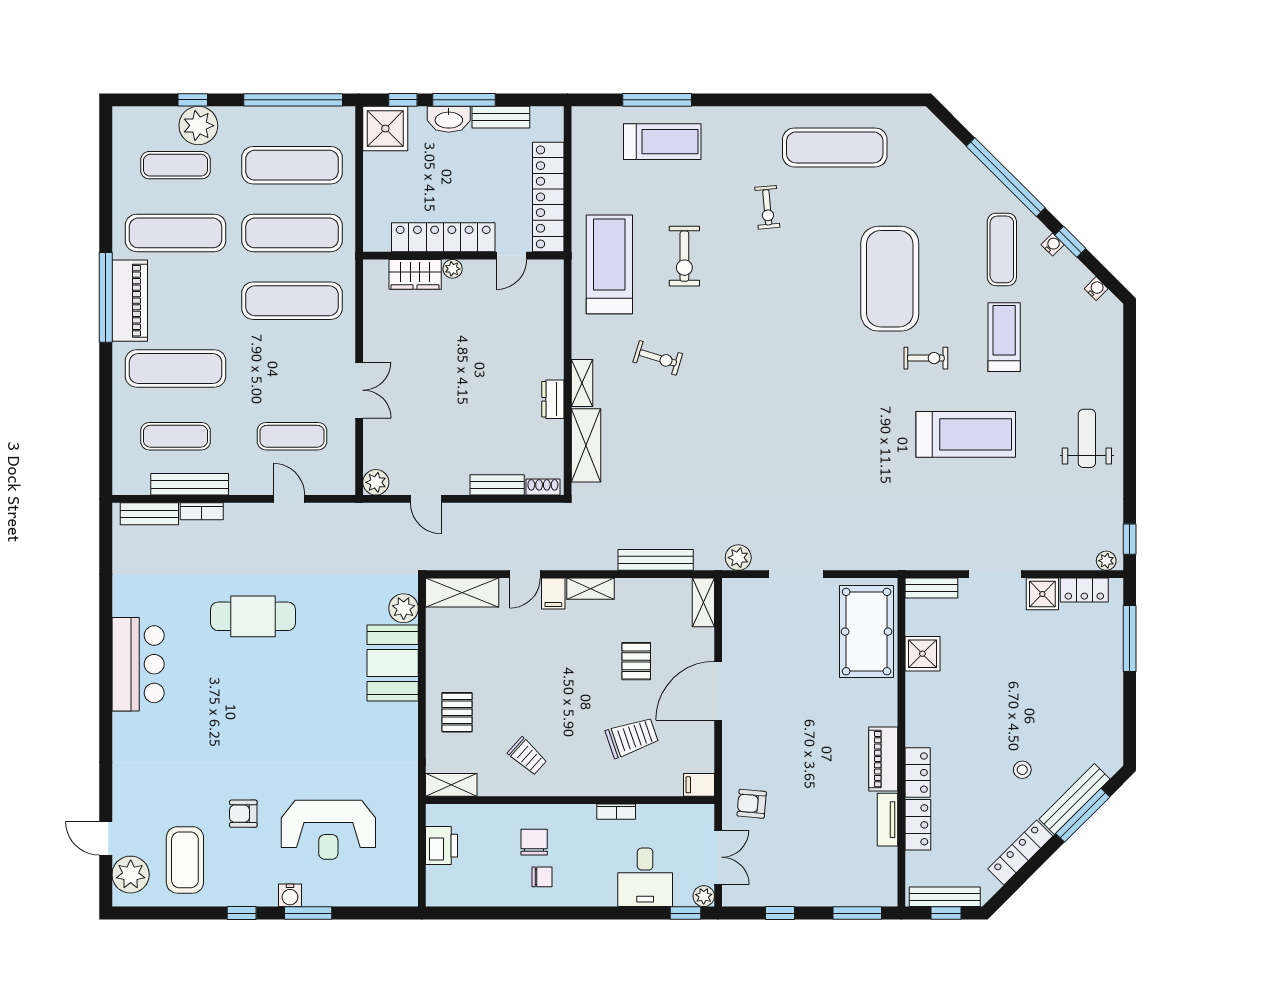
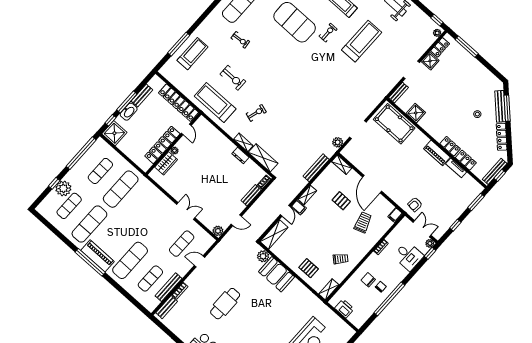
exercise mat: (292, 165) -> (100, 171), width x0.73, depth x0.69
exercise mat: (292, 301) -> (141, 207), removed
window: (534, 913) -> (389, 299), added

